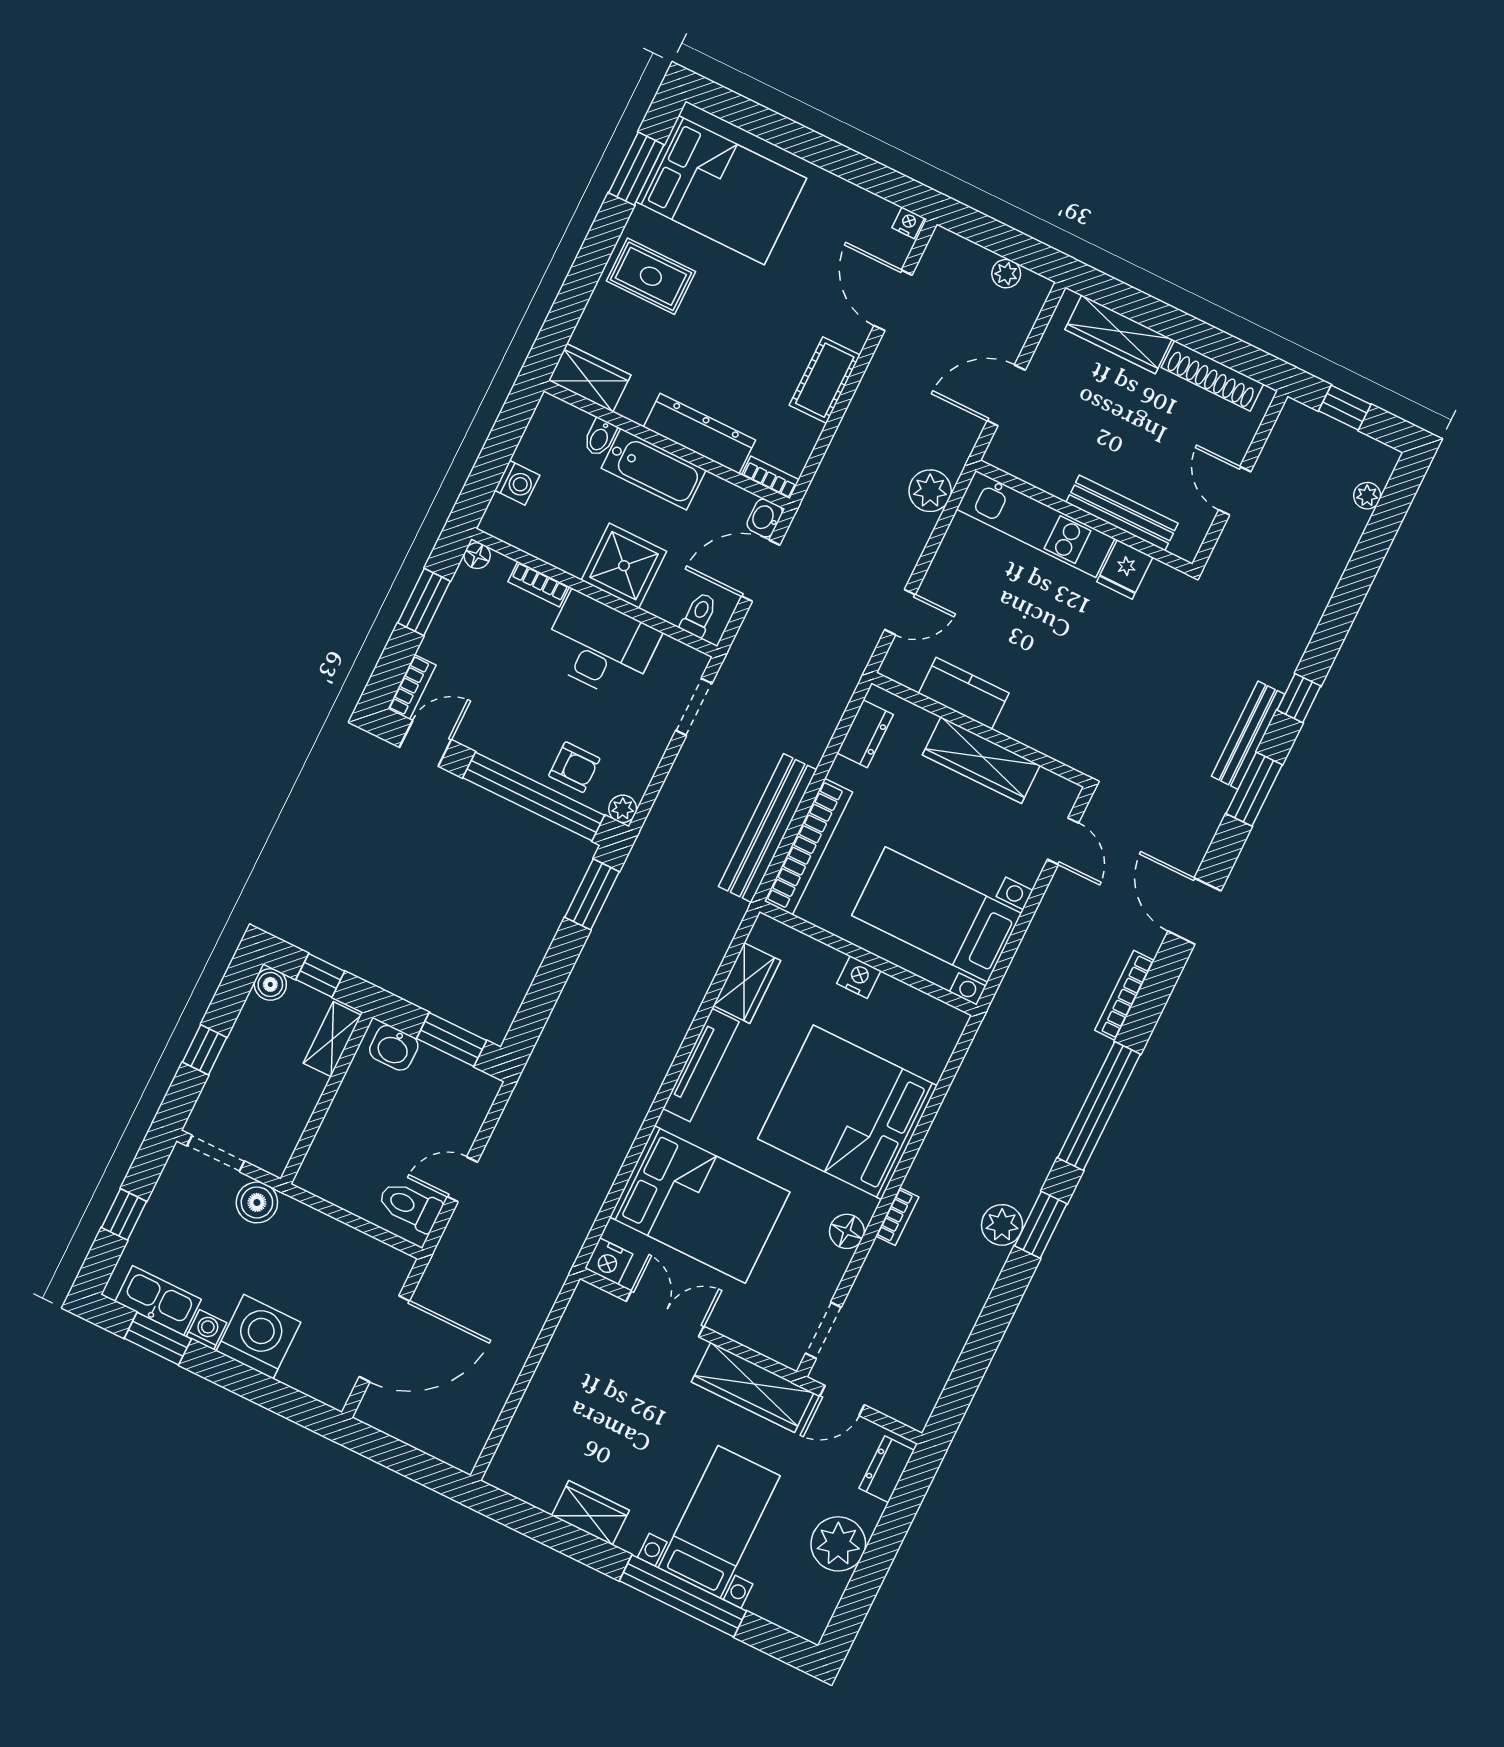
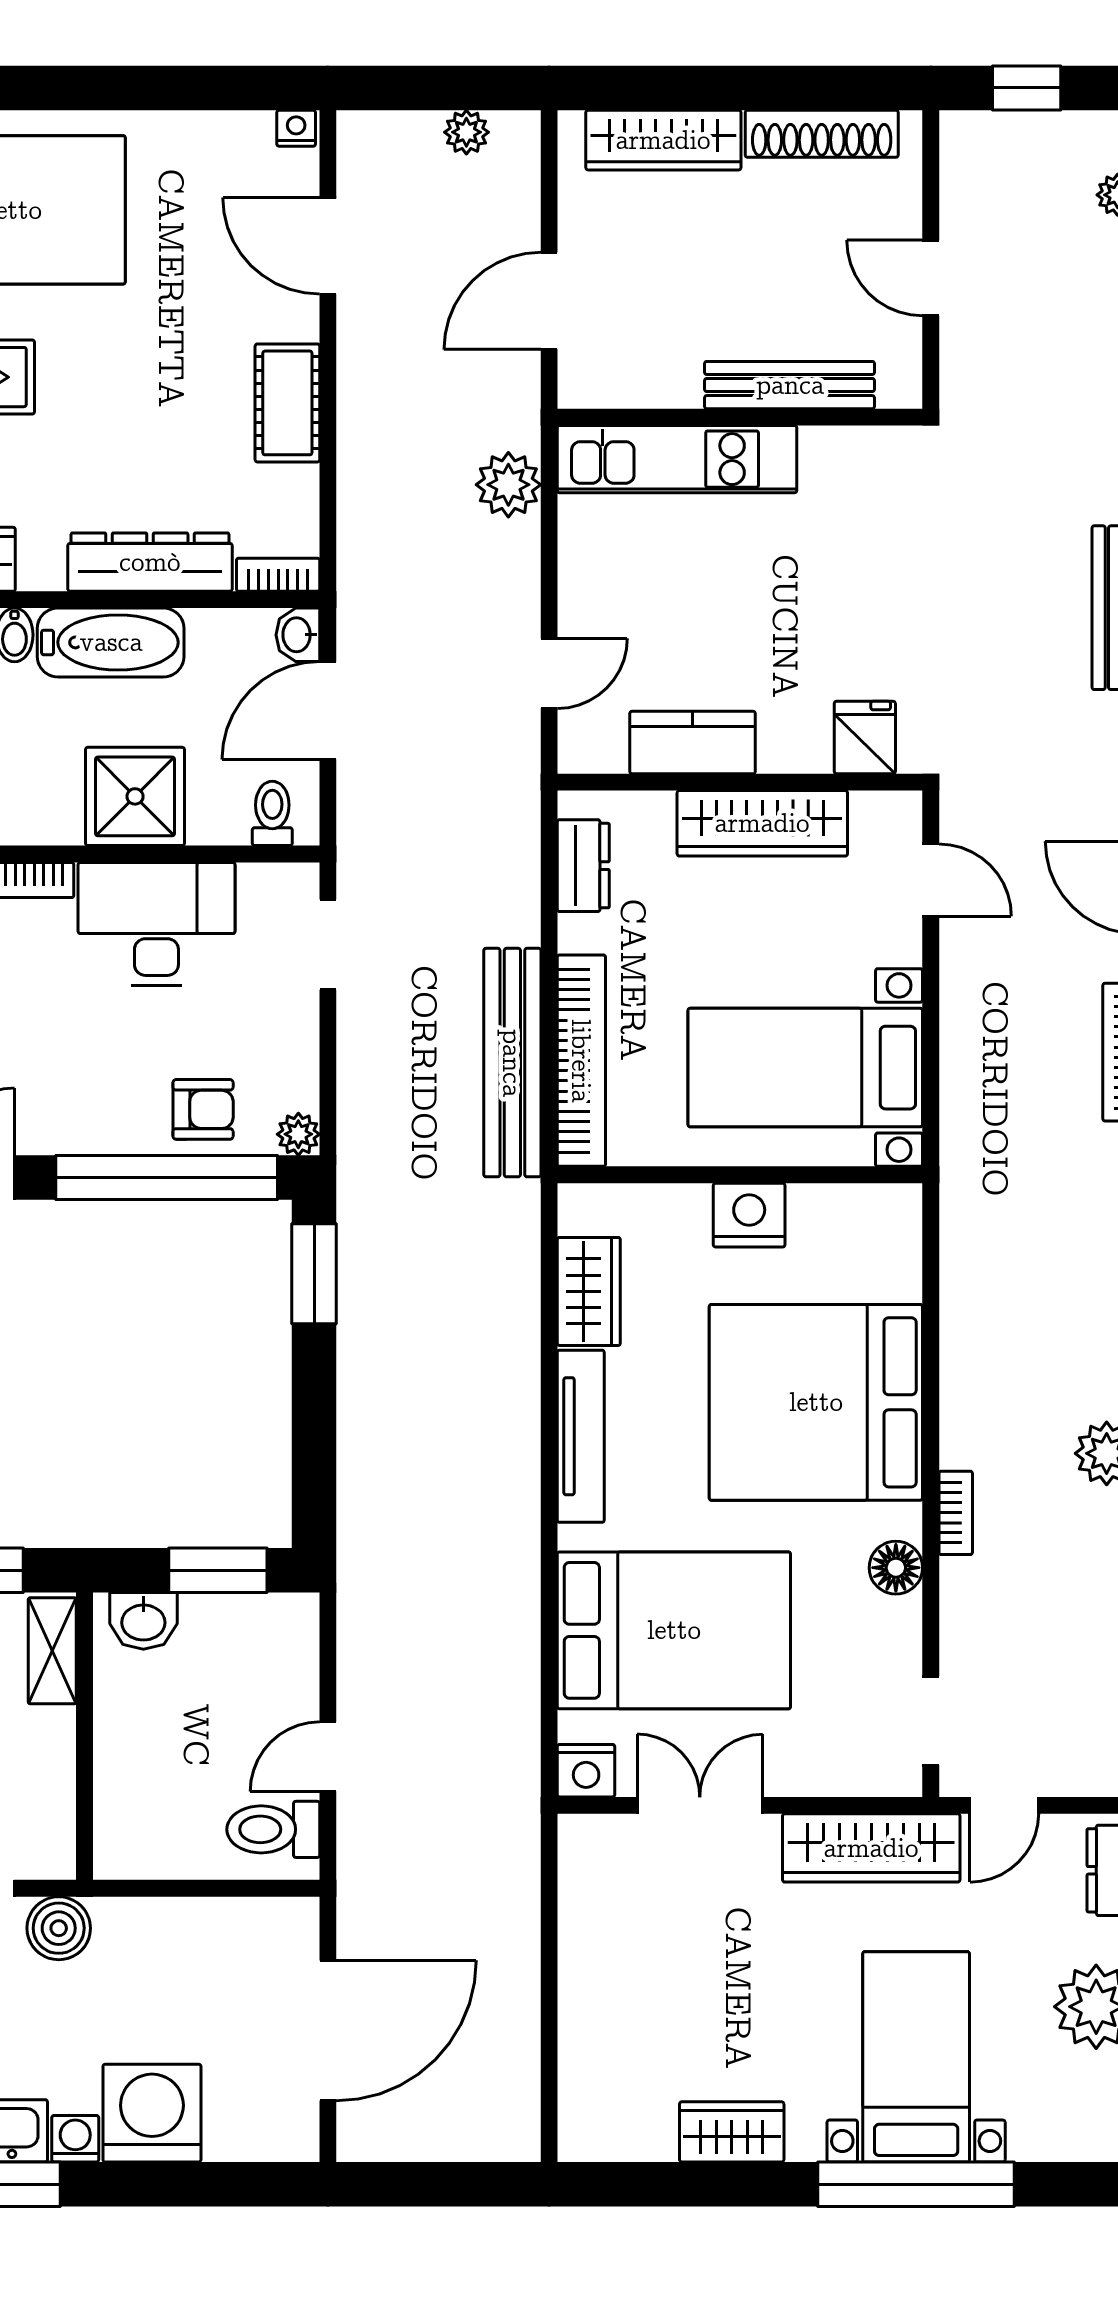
fridge: (1125, 569) -> (865, 737), moved, turned 180
nightstand: (859, 977) -> (749, 1215), width x1.36, depth x1.33

